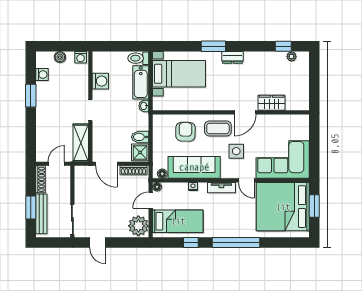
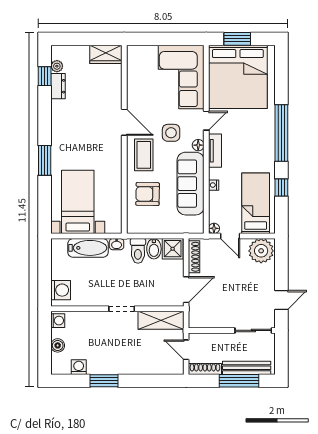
dresser: (232, 57) -> (58, 86), moved
toilet: (138, 58) -> (138, 251), moved
washing machine: (100, 81) -> (61, 290), moved, turned 90
wardrobe: (272, 103) -> (106, 54), moved, turned -90
floor lamp: (162, 174) -> (198, 145), moved
window: (31, 208) -> (239, 381), width x1.44

